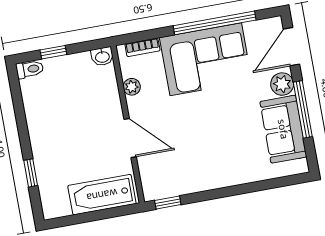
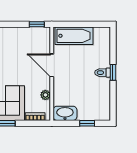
washbasin: (102, 57) -> (65, 113), width x1.91, depth x1.45
toilet: (30, 69) -> (103, 73), moved
window: (31, 173) -> (113, 72), moved

